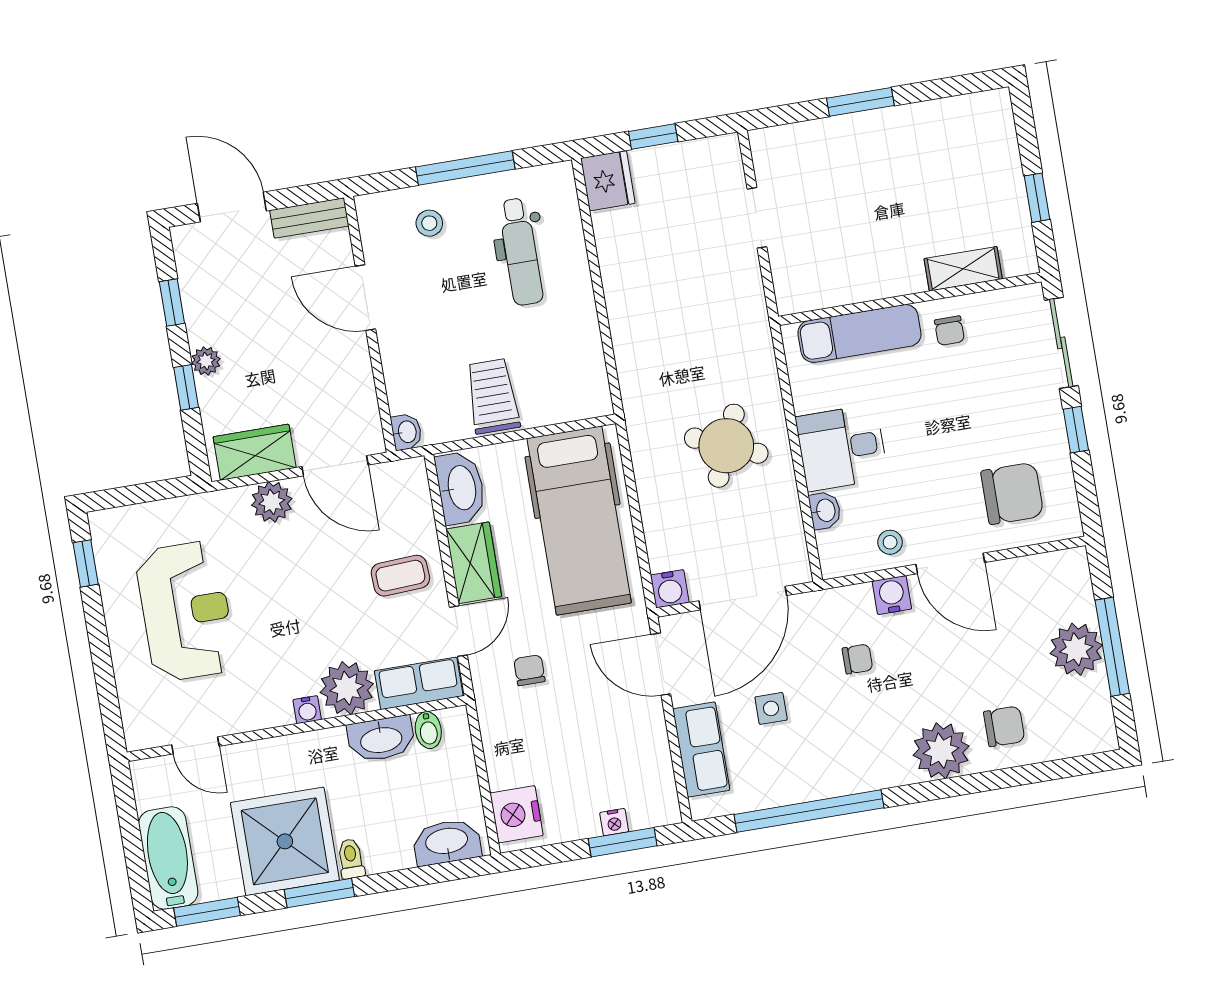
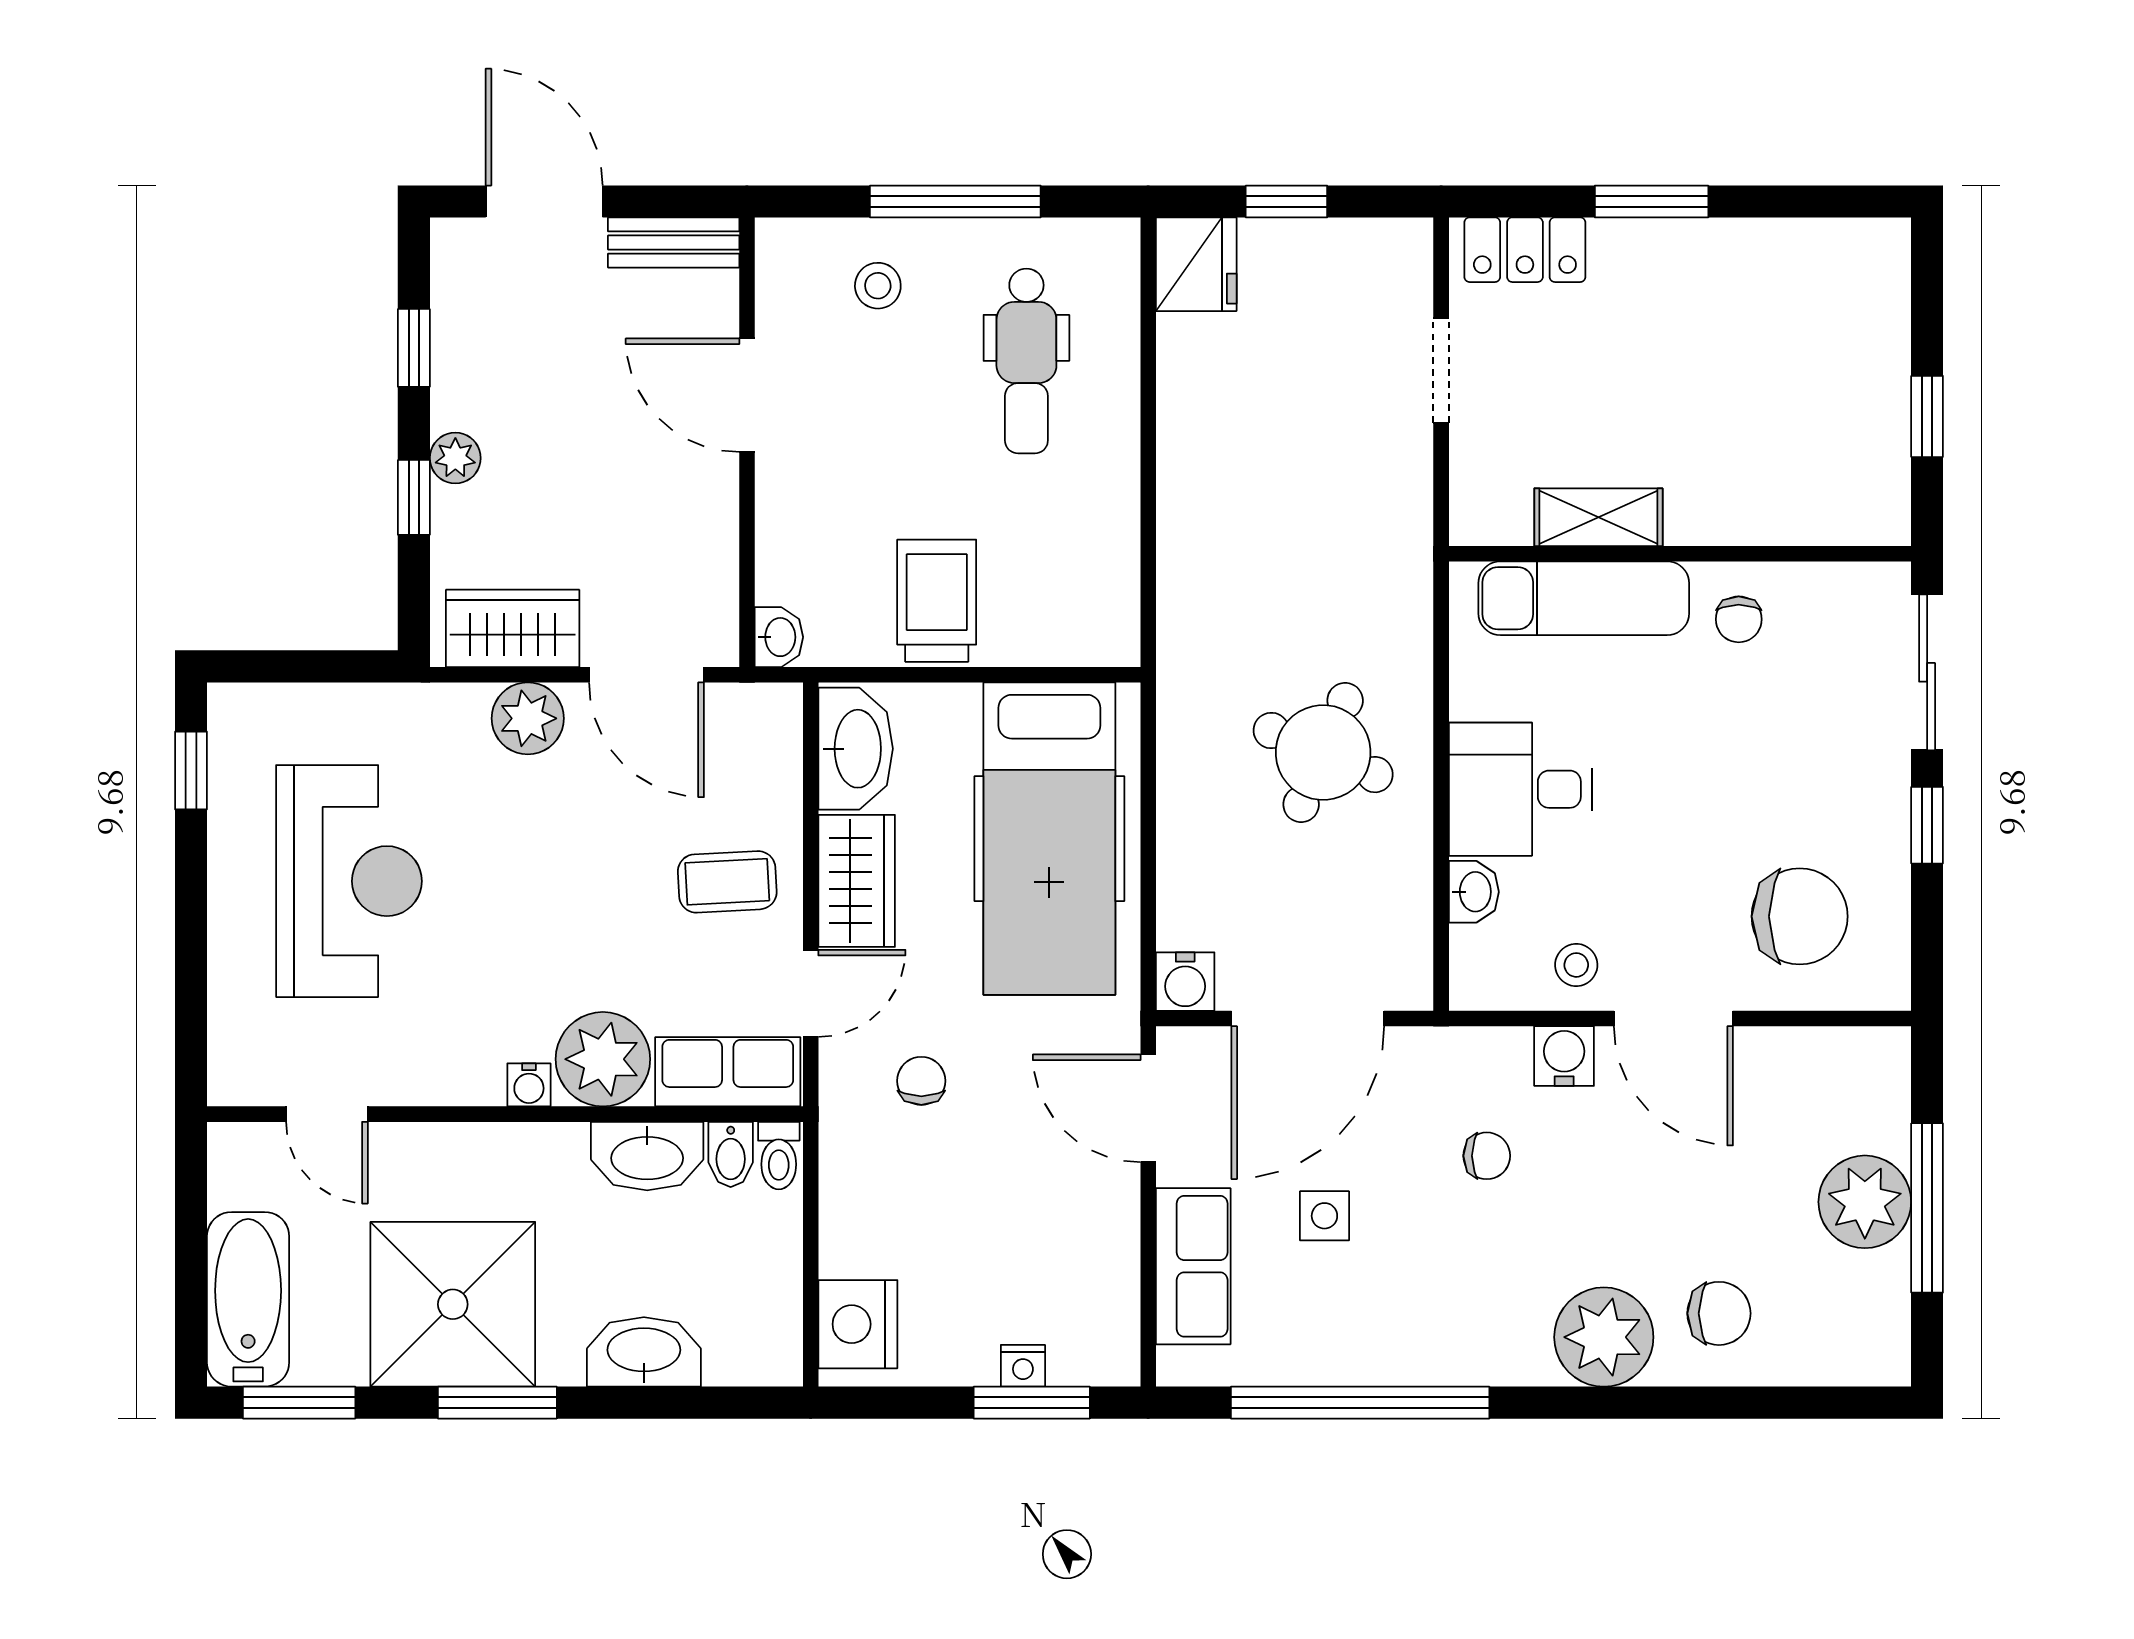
locker: (793, 141) -> (1525, 250), added
shelving: (963, 269) -> (1598, 517), moved
washbasin: (447, 842) -> (644, 1352), moved
toilet: (351, 859) -> (779, 1156), moved, turned 180

